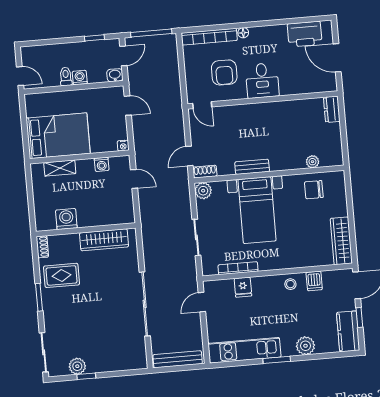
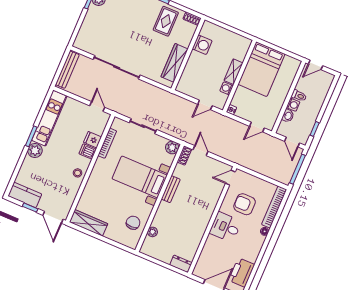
washbasin: (115, 75) -> (288, 116), moved
shelving: (60, 168) -> (233, 72), moved
dishwasher: (314, 281) -> (88, 151), moved
plant: (305, 346) -> (35, 151), moved

